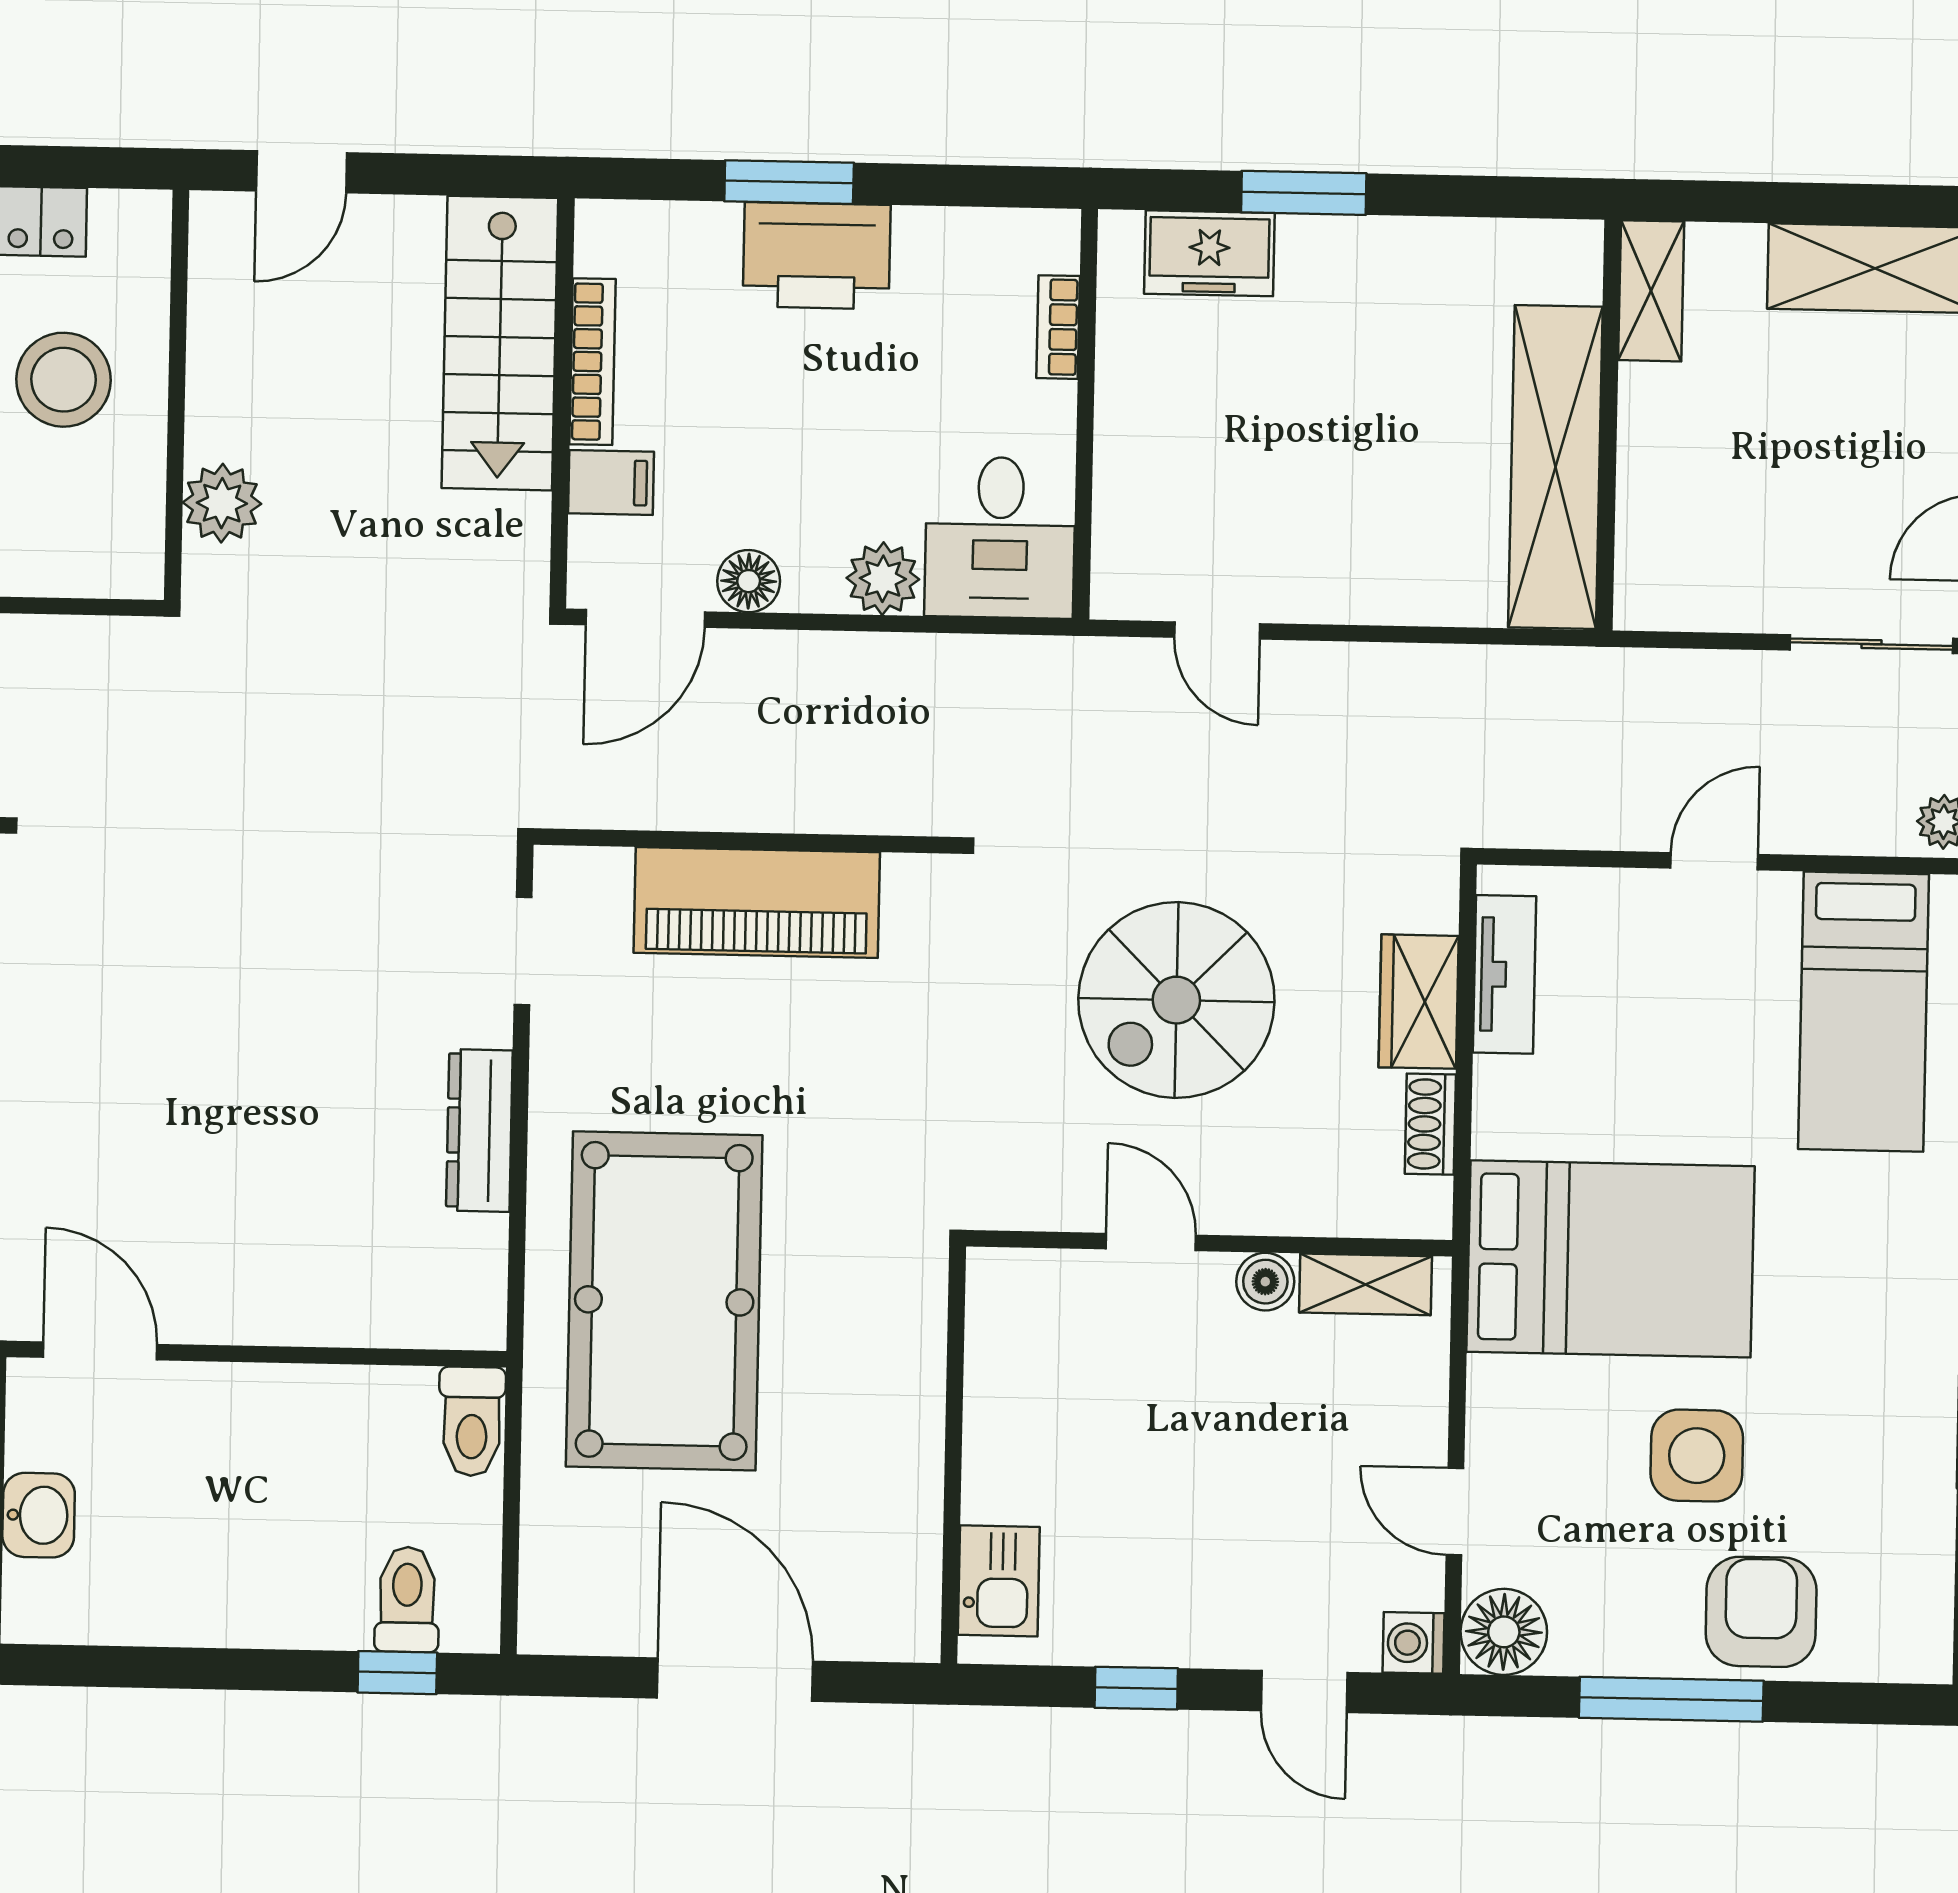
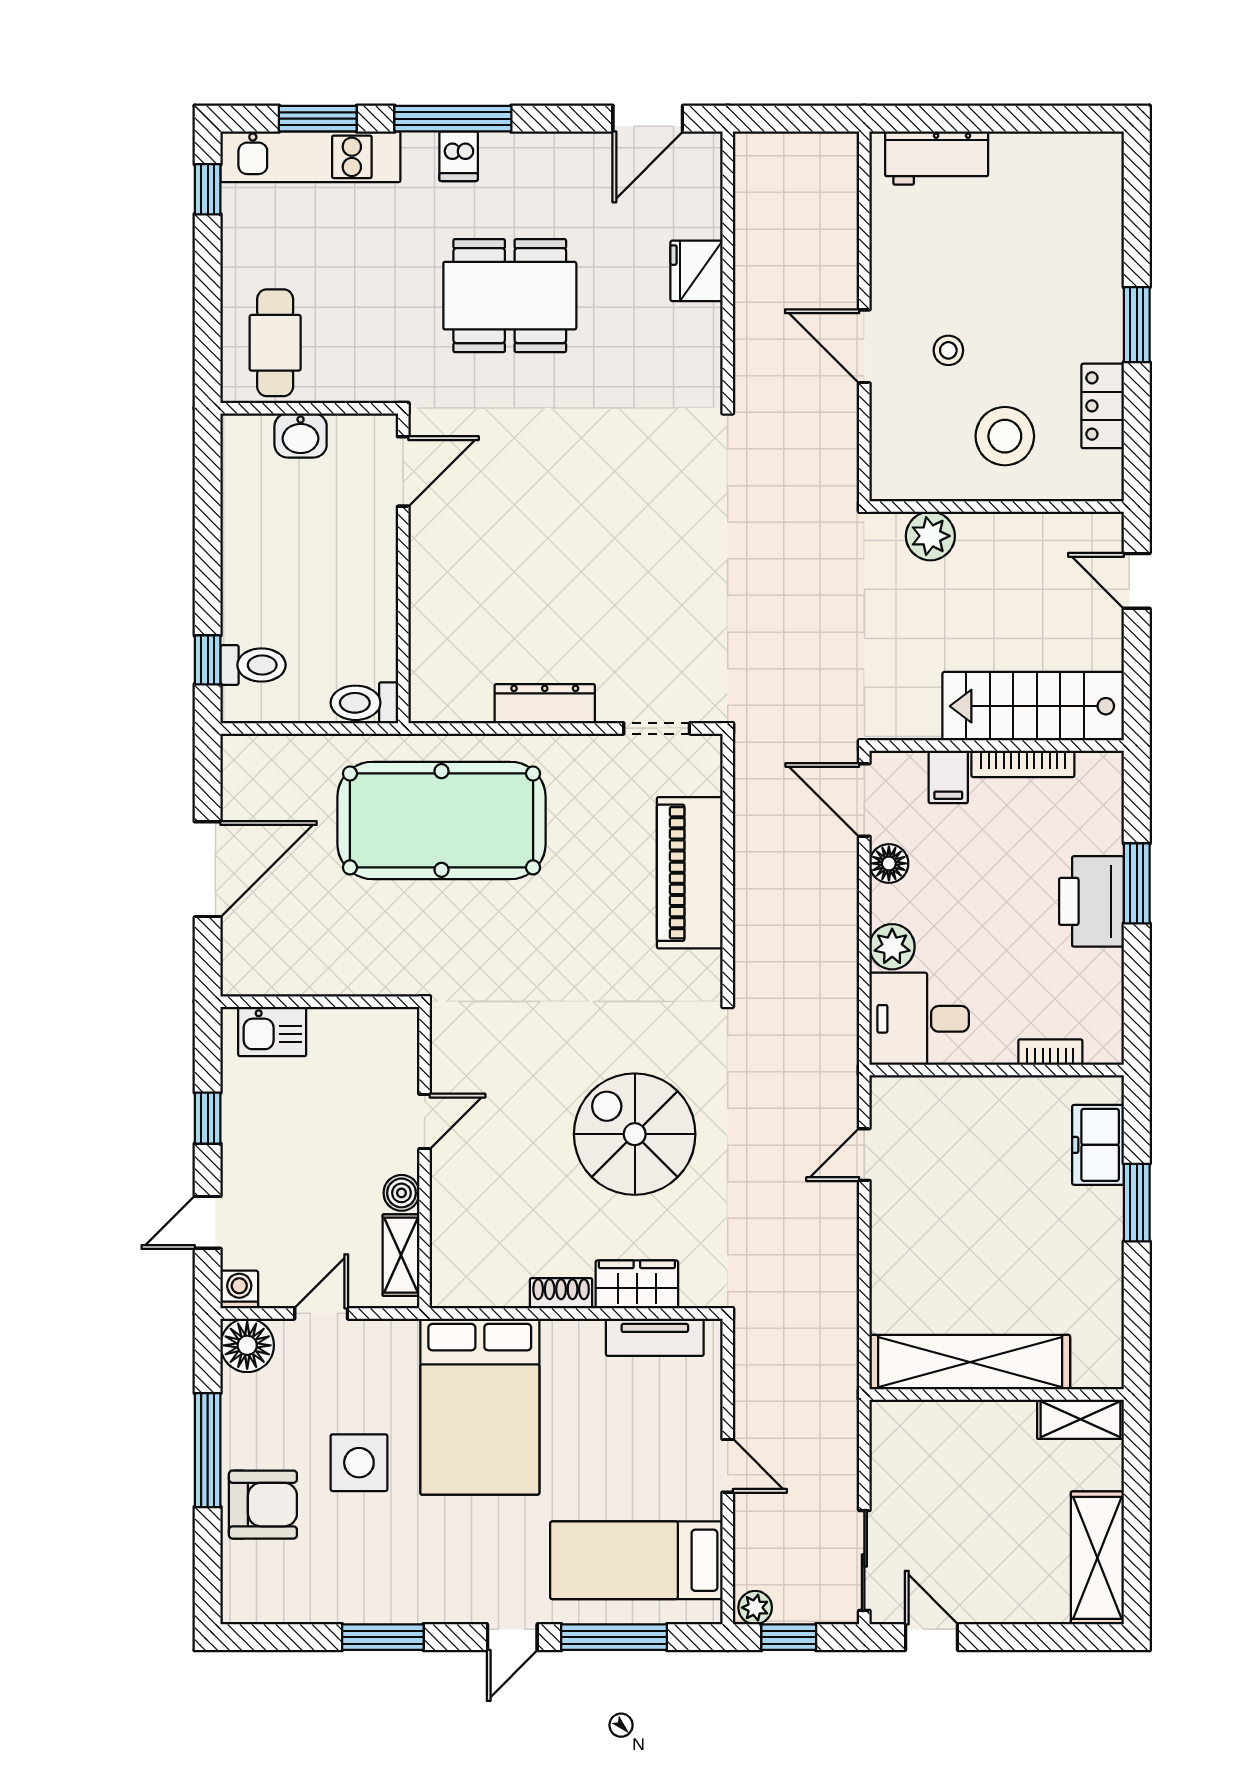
door: (1151, 1242) -> (425, 1122), moved
wall: (1209, 1243) -> (425, 1158), moved
boiler: (1265, 1282) -> (401, 1193), moved
shelving: (1366, 1284) -> (401, 1255), moved

